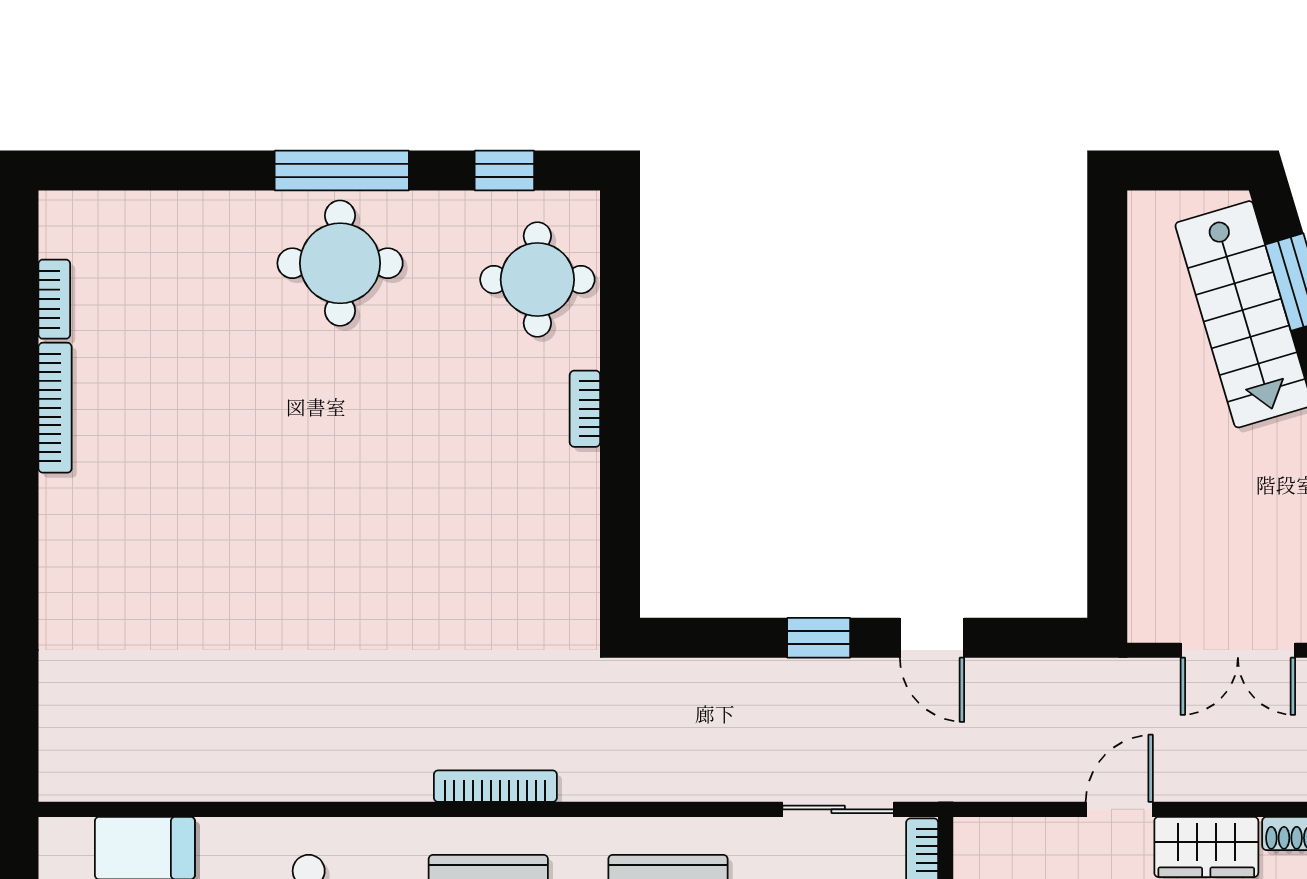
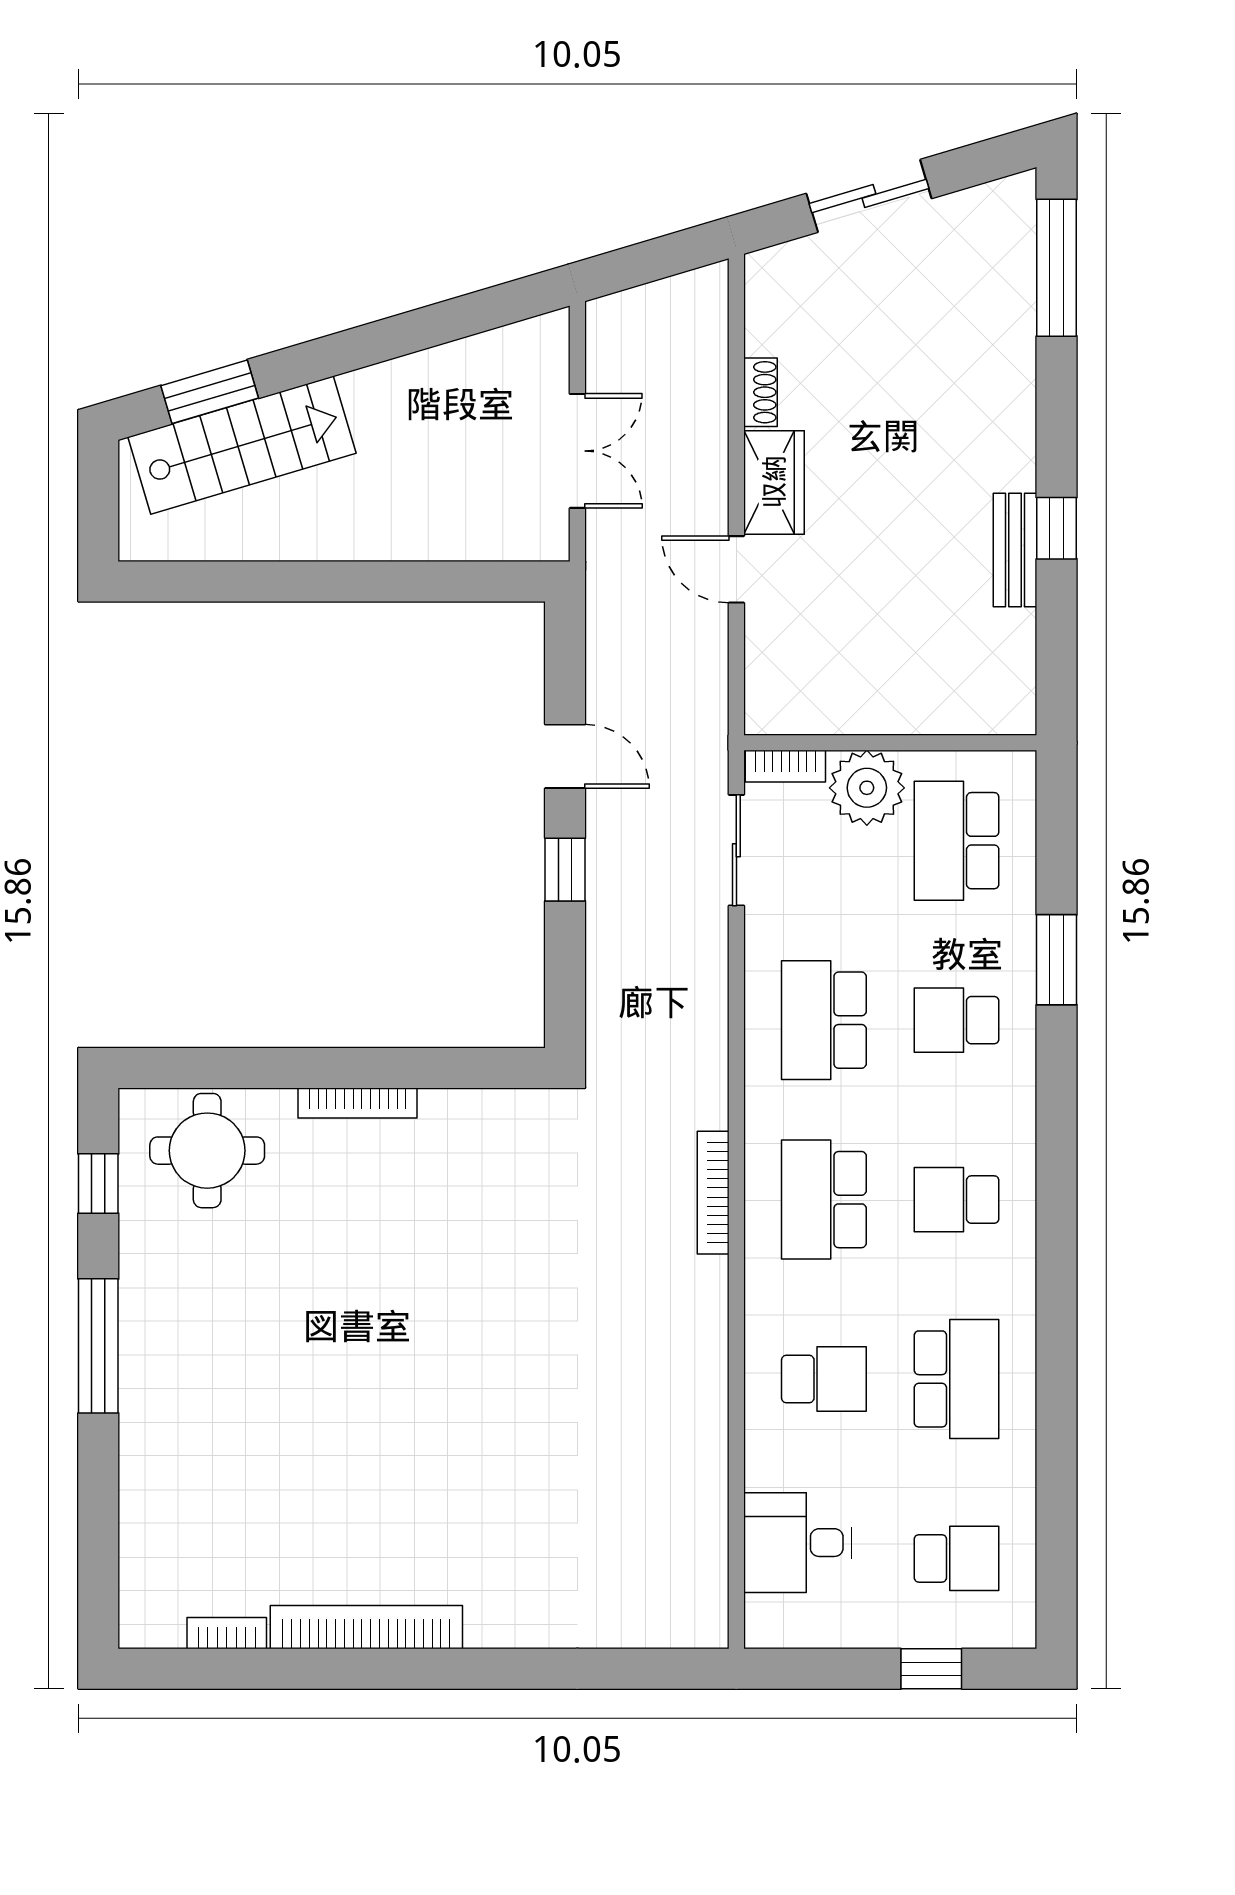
round table: (340, 263) -> (191, 1348), removed
bookcase: (55, 408) -> (366, 1627), width x1.48, depth x1.31
bookcase: (585, 409) -> (358, 1103), width x1.56
door: (932, 638) -> (565, 756), hinge flipped

